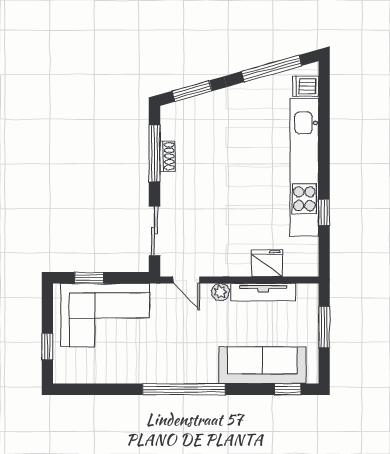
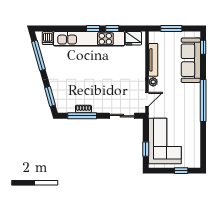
window: (324, 175) -> (93, 29), added
fridge: (267, 263) -> (133, 38), moved, turned -90

